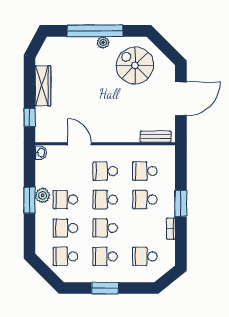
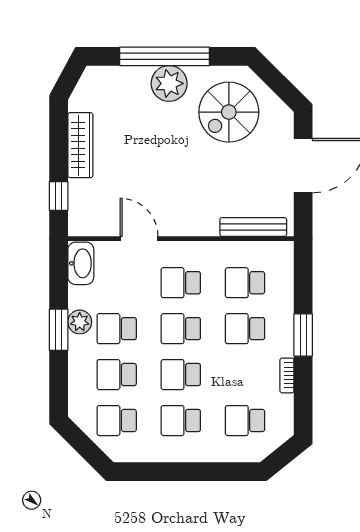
plant: (103, 43) -> (169, 83), width x1.88, depth x1.88
spiral stairs: (135, 65) -> (229, 112), turned -90
bench: (156, 137) -> (253, 227), width x1.36
washbasin: (41, 153) -> (81, 263), width x1.91, depth x1.45
window: (105, 288) -> (180, 472), removed

